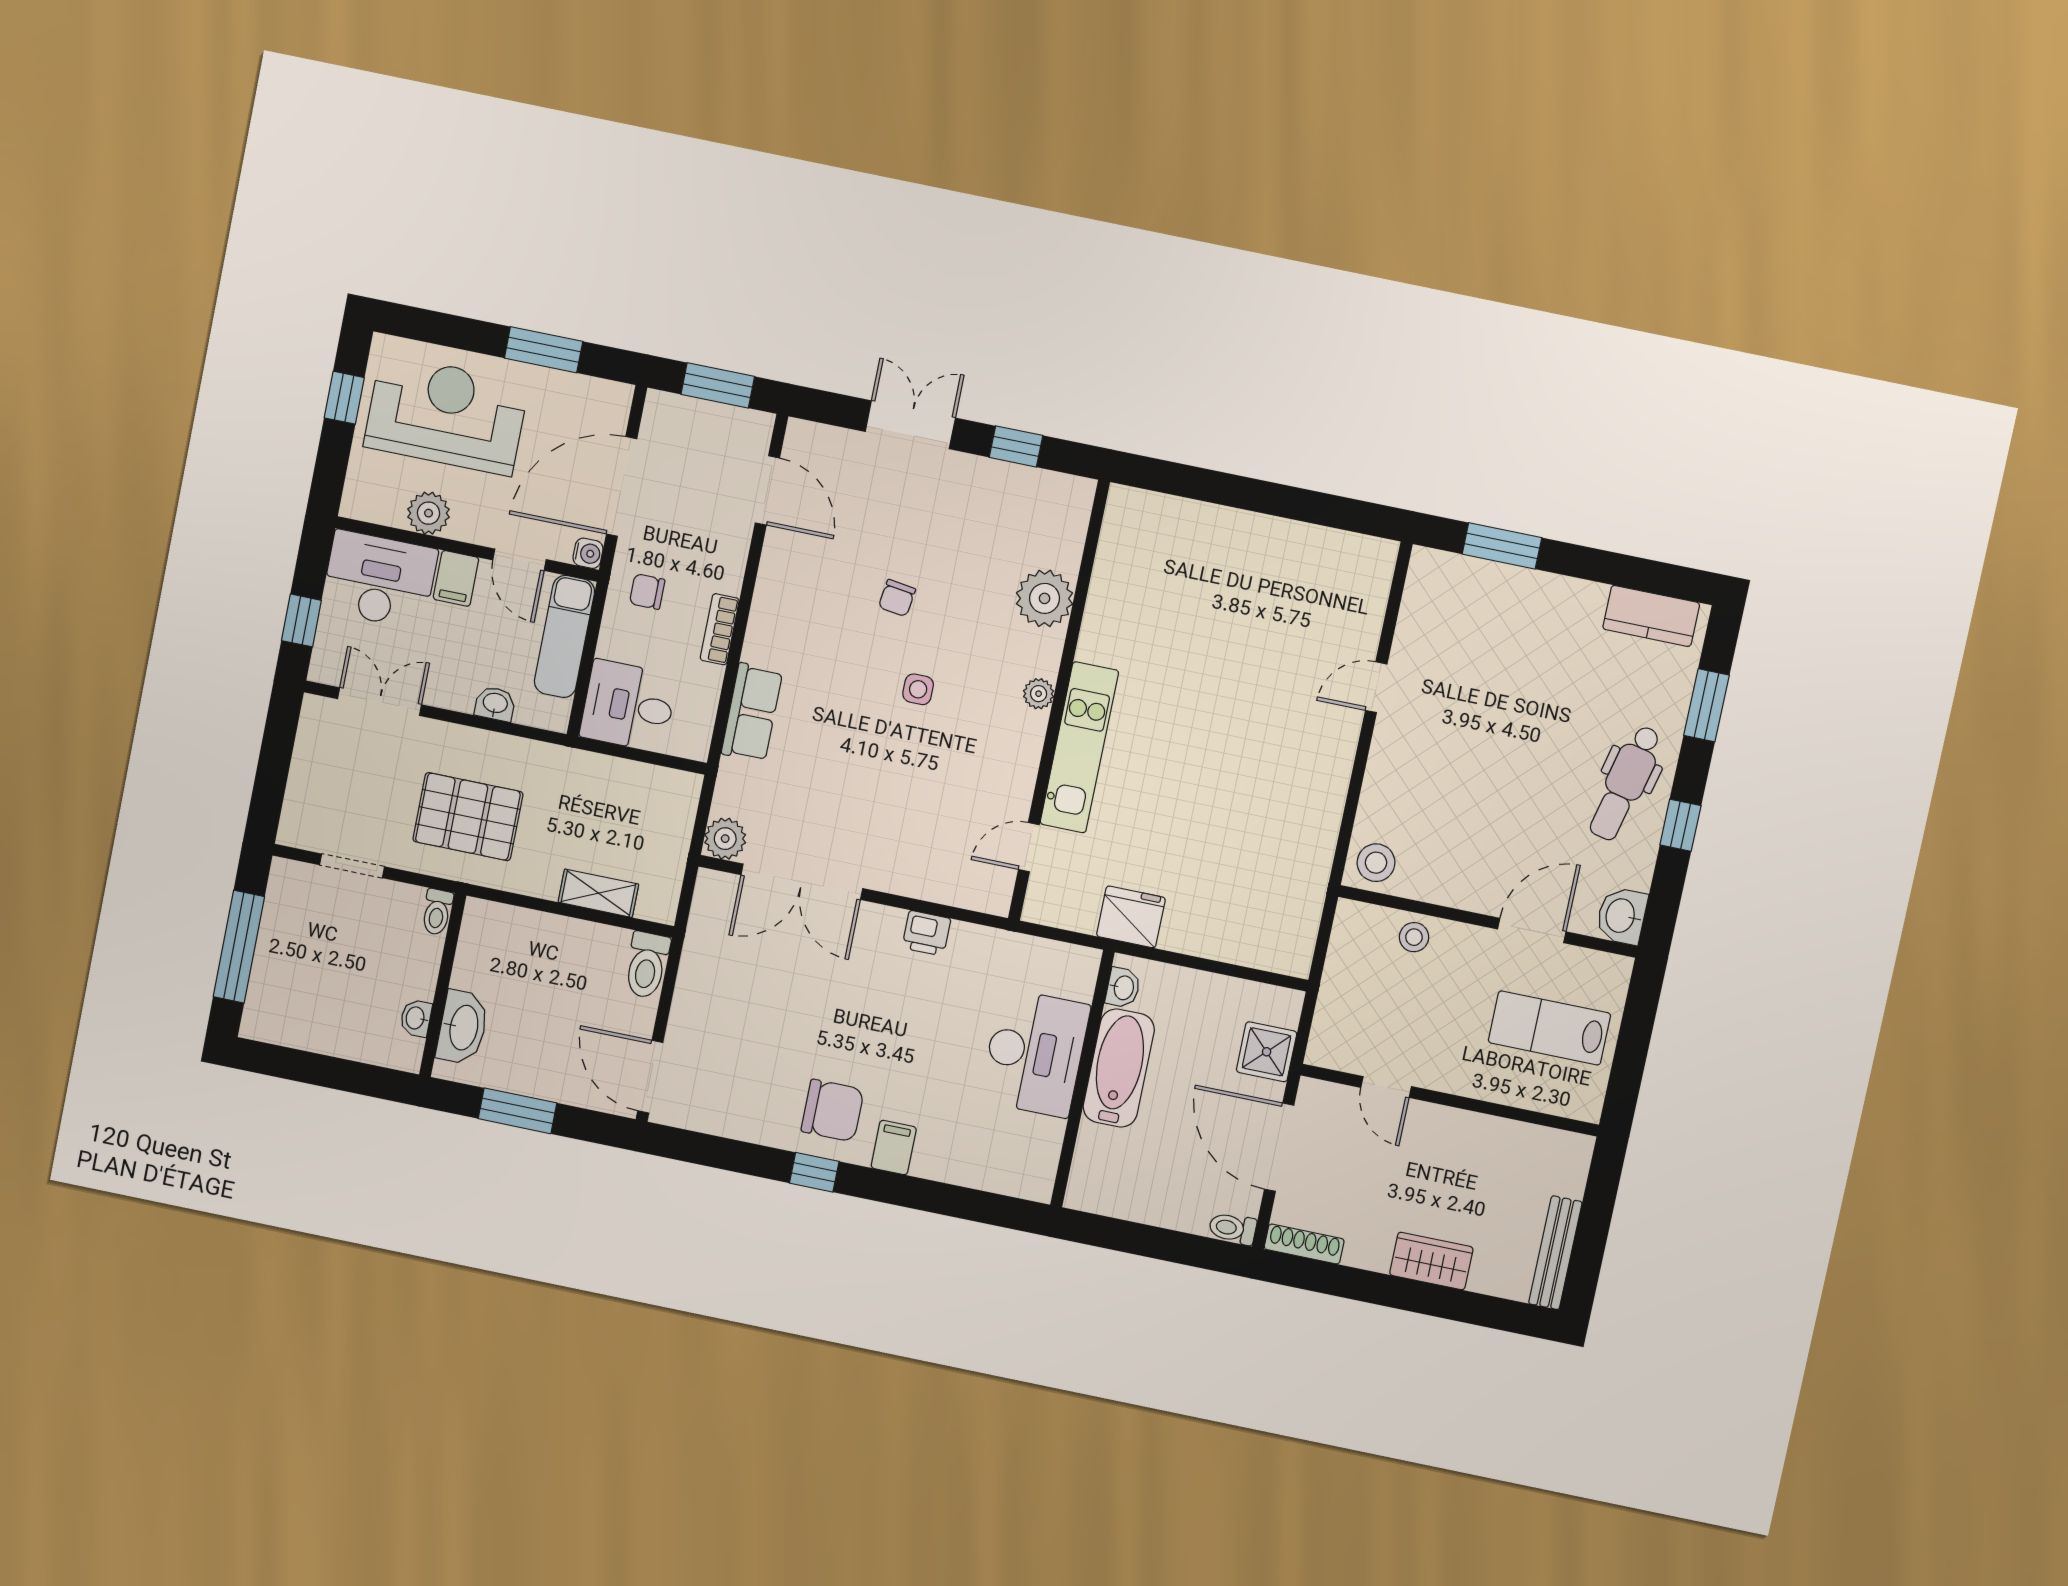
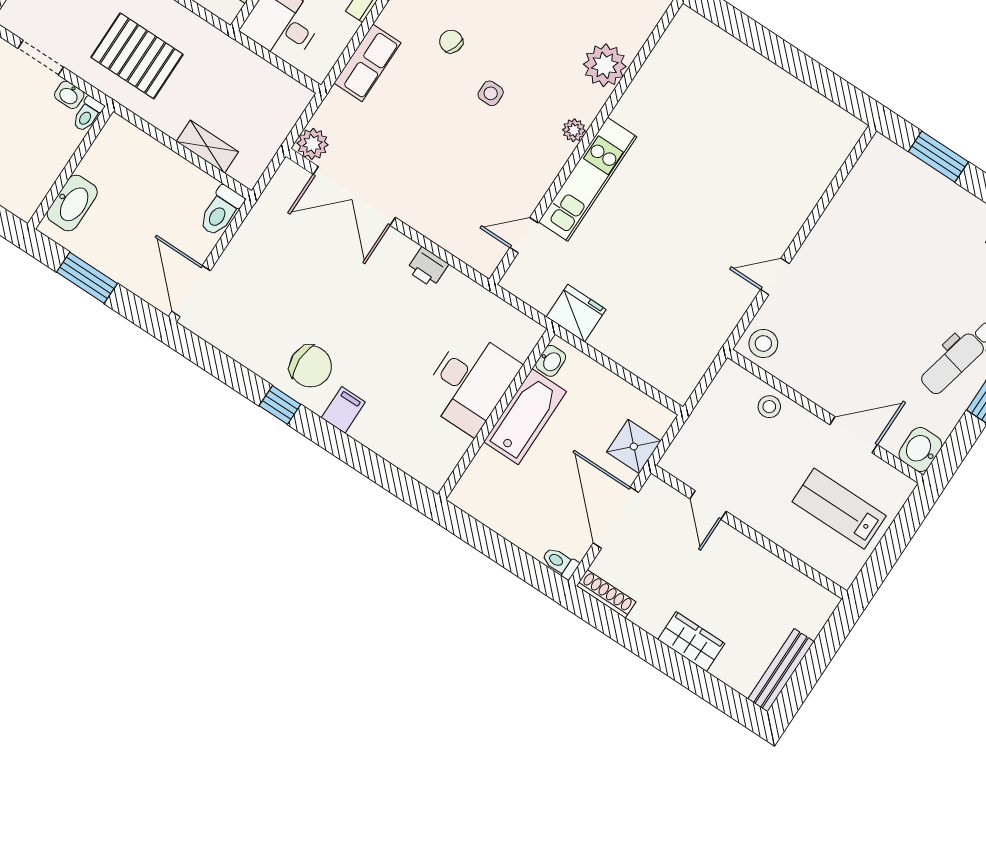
chair: (897, 598) -> (451, 41), moved, turned 102
door: (1376, 687) -> (775, 276), moved
washbasin: (416, 1018) -> (69, 95), moved, turned -90

